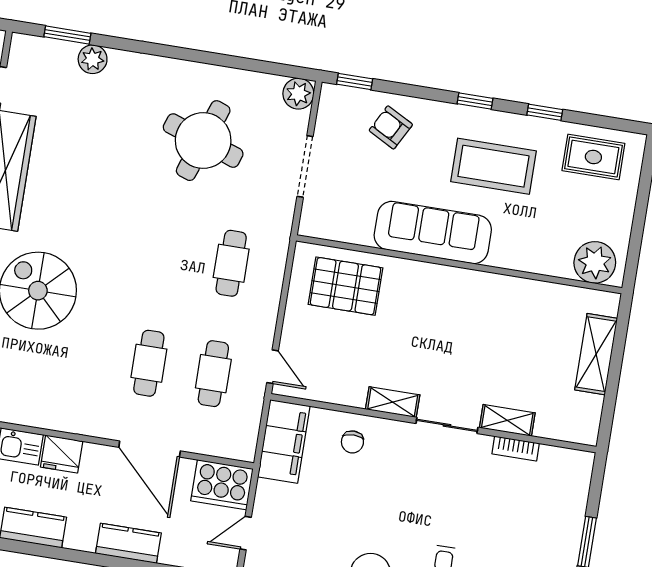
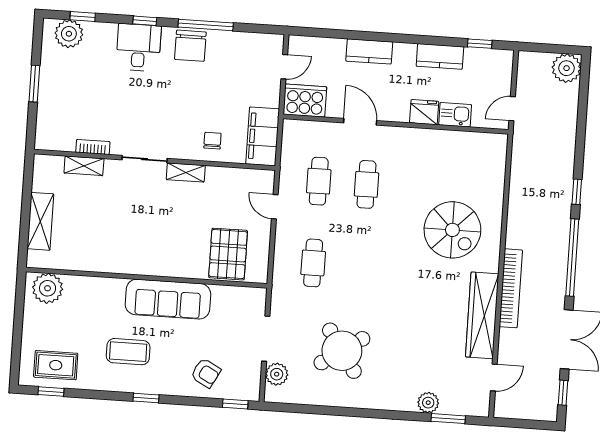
plant: (298, 94) -> (277, 374), moved
window: (545, 112) -> (51, 392), moved
round table: (203, 141) -> (342, 351), turned 37
coffee table: (493, 166) -> (128, 352), width x0.73, depth x0.76
pallet: (346, 286) -> (228, 254), turned 90
door: (273, 367) -> (275, 207), moved
shelving: (507, 420) -> (84, 166), moved
door: (150, 449) -> (360, 122), width x0.73

